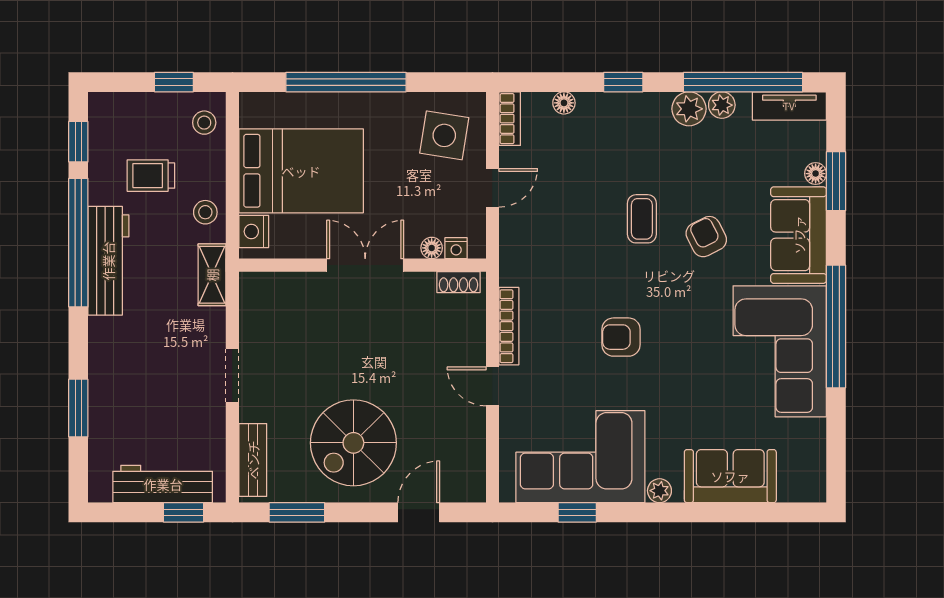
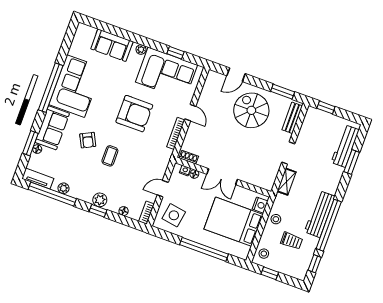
plant: (689, 109) -> (100, 200), moved
shelving: (212, 275) -> (287, 182), moved
armchair: (621, 337) -> (134, 114), width x1.88, depth x1.88
spiral stairs: (353, 443) -> (251, 110), turned -90
workbench: (163, 484) -> (345, 146), moved, turned 90

